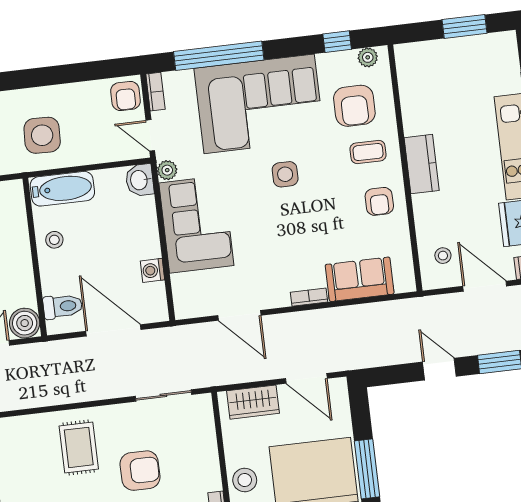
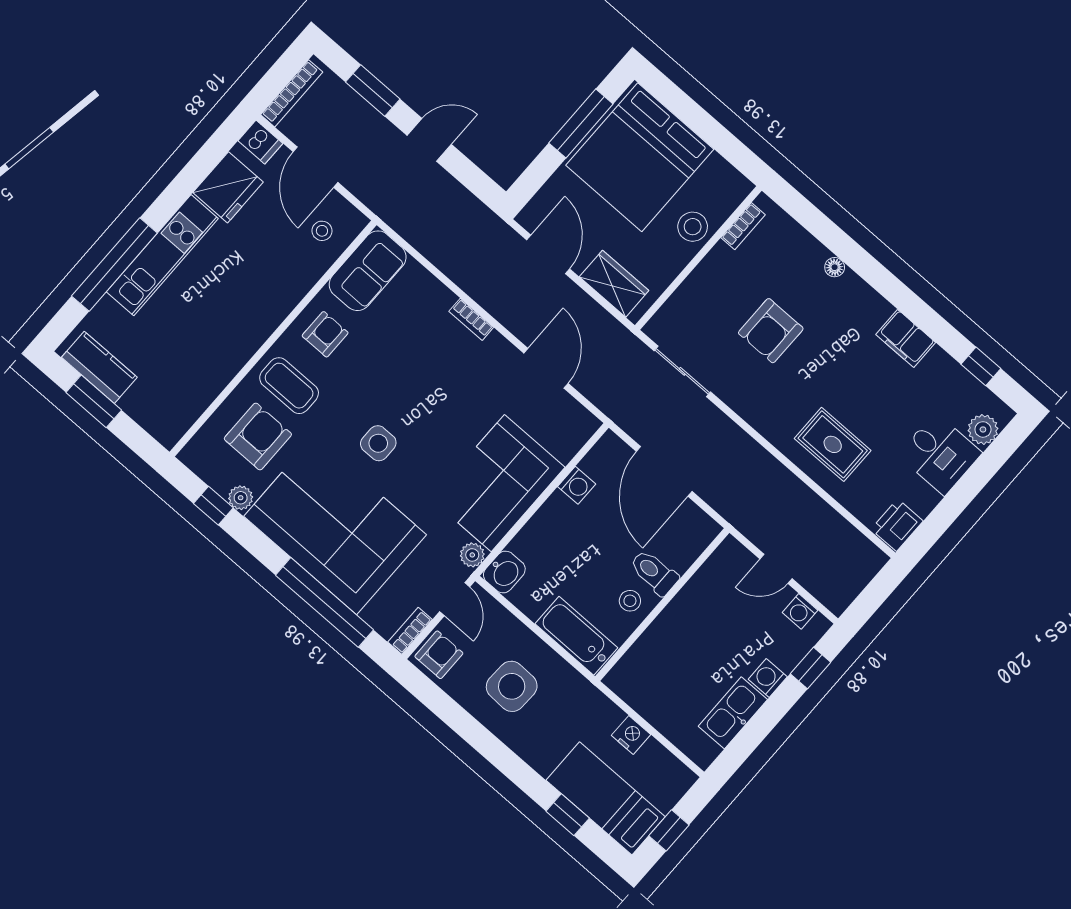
plant: (368, 57) -> (241, 498), moved
side table: (42, 135) -> (512, 686), moved
coffee table: (368, 152) -> (289, 386), width x1.36, depth x1.30
kitchen counter: (422, 164) -> (99, 367), moved, turned 90
sofa: (360, 279) -> (368, 271), moved, turned -90
toilet: (63, 306) -> (654, 572), moved
boiler: (25, 323) -> (731, 559), removed
door: (439, 369) -> (429, 140), swing flipped
rug: (79, 447) -> (833, 444), moved, turned 90
armchair: (140, 471) -> (771, 331), turned -90

